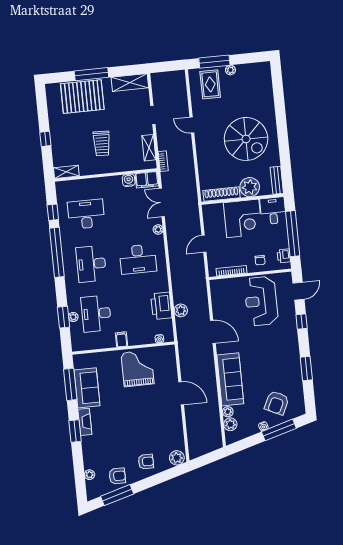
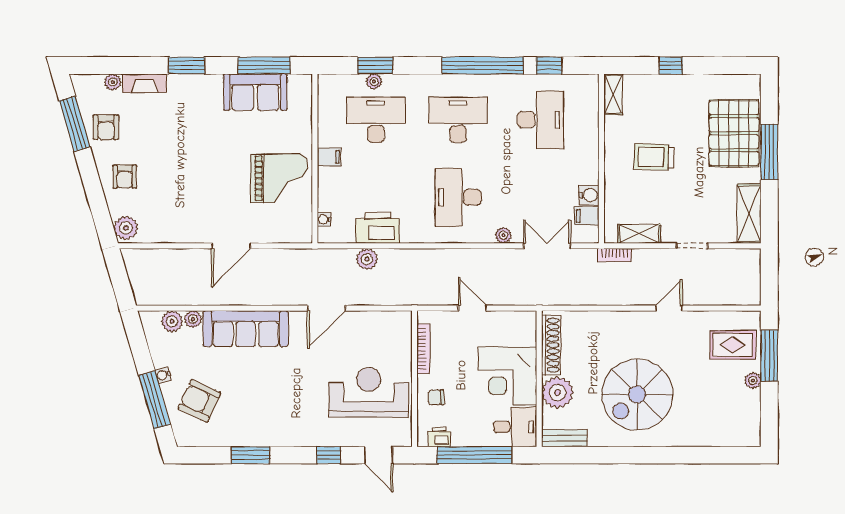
filing cabinet: (147, 180) -> (587, 216), width x0.50
fireplace: (85, 422) -> (145, 83), moved

